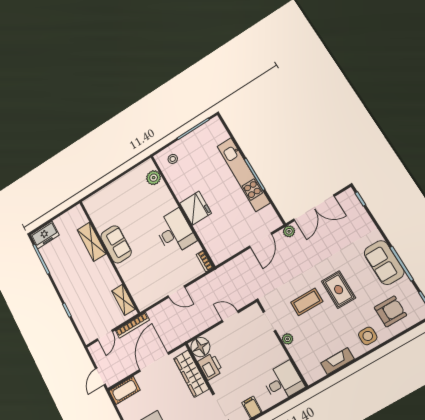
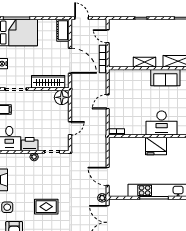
desk: (175, 232) -> (162, 123), moved
shelving: (123, 300) -> (145, 62), moved
coffee table: (307, 302) -> (50, 182), removed
printer: (210, 366) -> (30, 144), moved, turned 180

